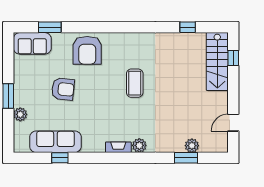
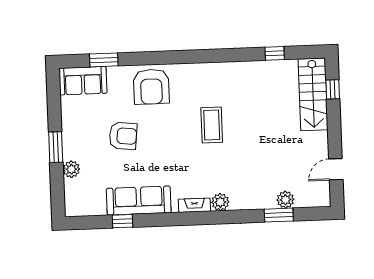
sofa: (55, 142) -> (139, 201), moved

